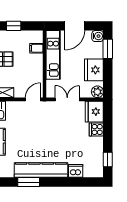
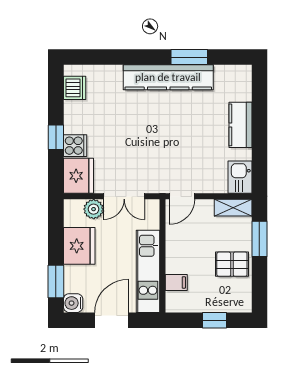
plant: (97, 92) -> (94, 209), moved
window: (108, 160) -> (56, 137), moved
dishwasher: (76, 171) -> (75, 88), moved, turned -90

